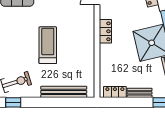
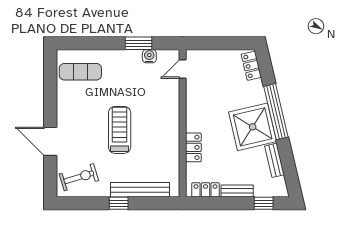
locker: (105, 31) -> (193, 147), moved
window: (13, 102) -> (119, 203), moved

